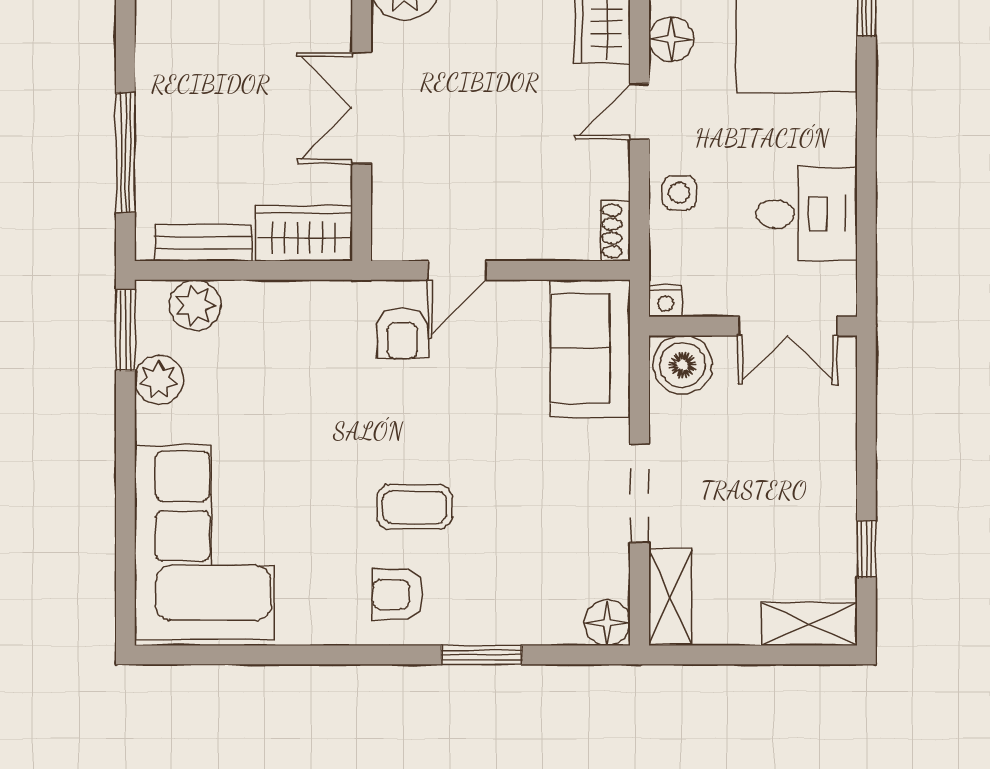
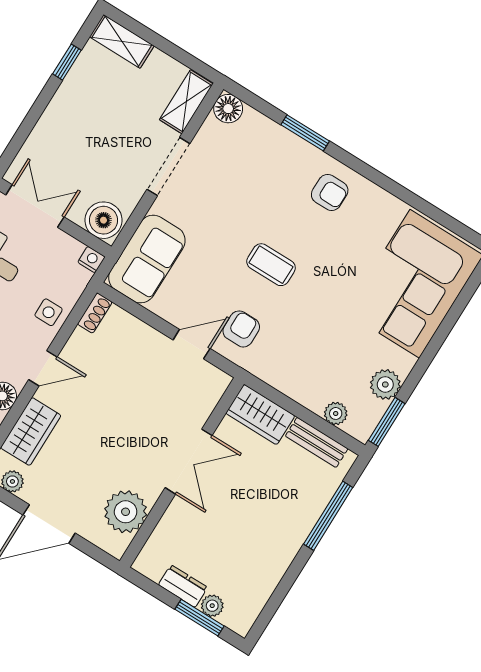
plant: (195, 305) -> (336, 413), width x0.73, depth x0.73
coffee table: (414, 507) -> (271, 265), moved

